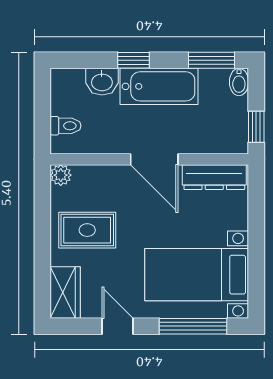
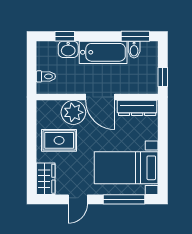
window: (134, 60) -> (65, 36), moved
bidet: (239, 82) -> (134, 50), moved
plant: (61, 175) -> (73, 112), moved, width x1.87, depth x1.87
door: (117, 326) -> (78, 199), swing flipped

